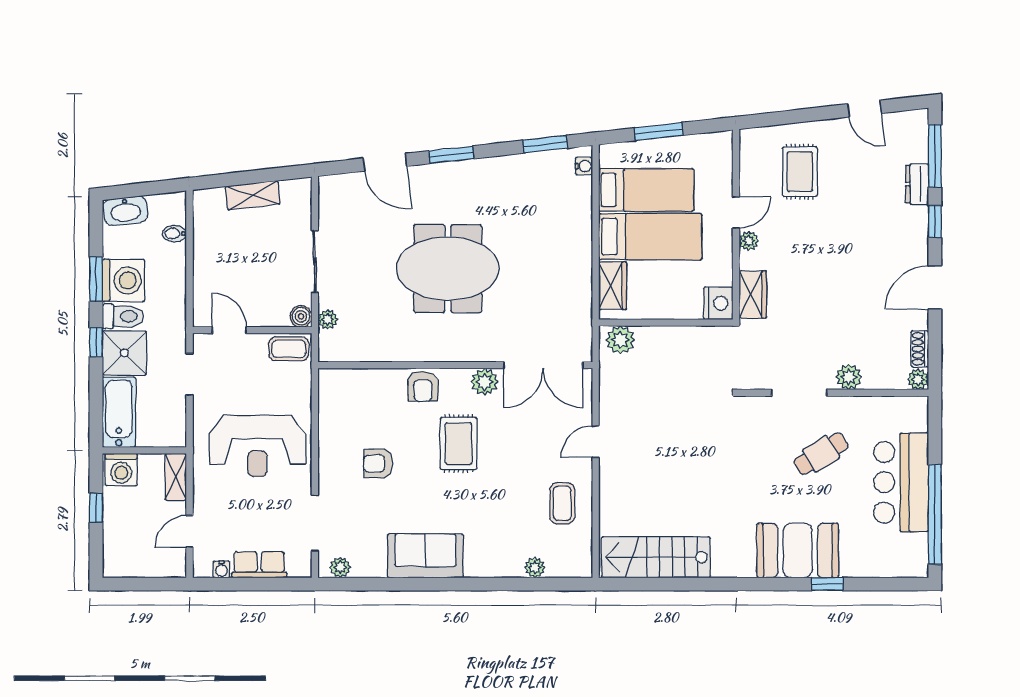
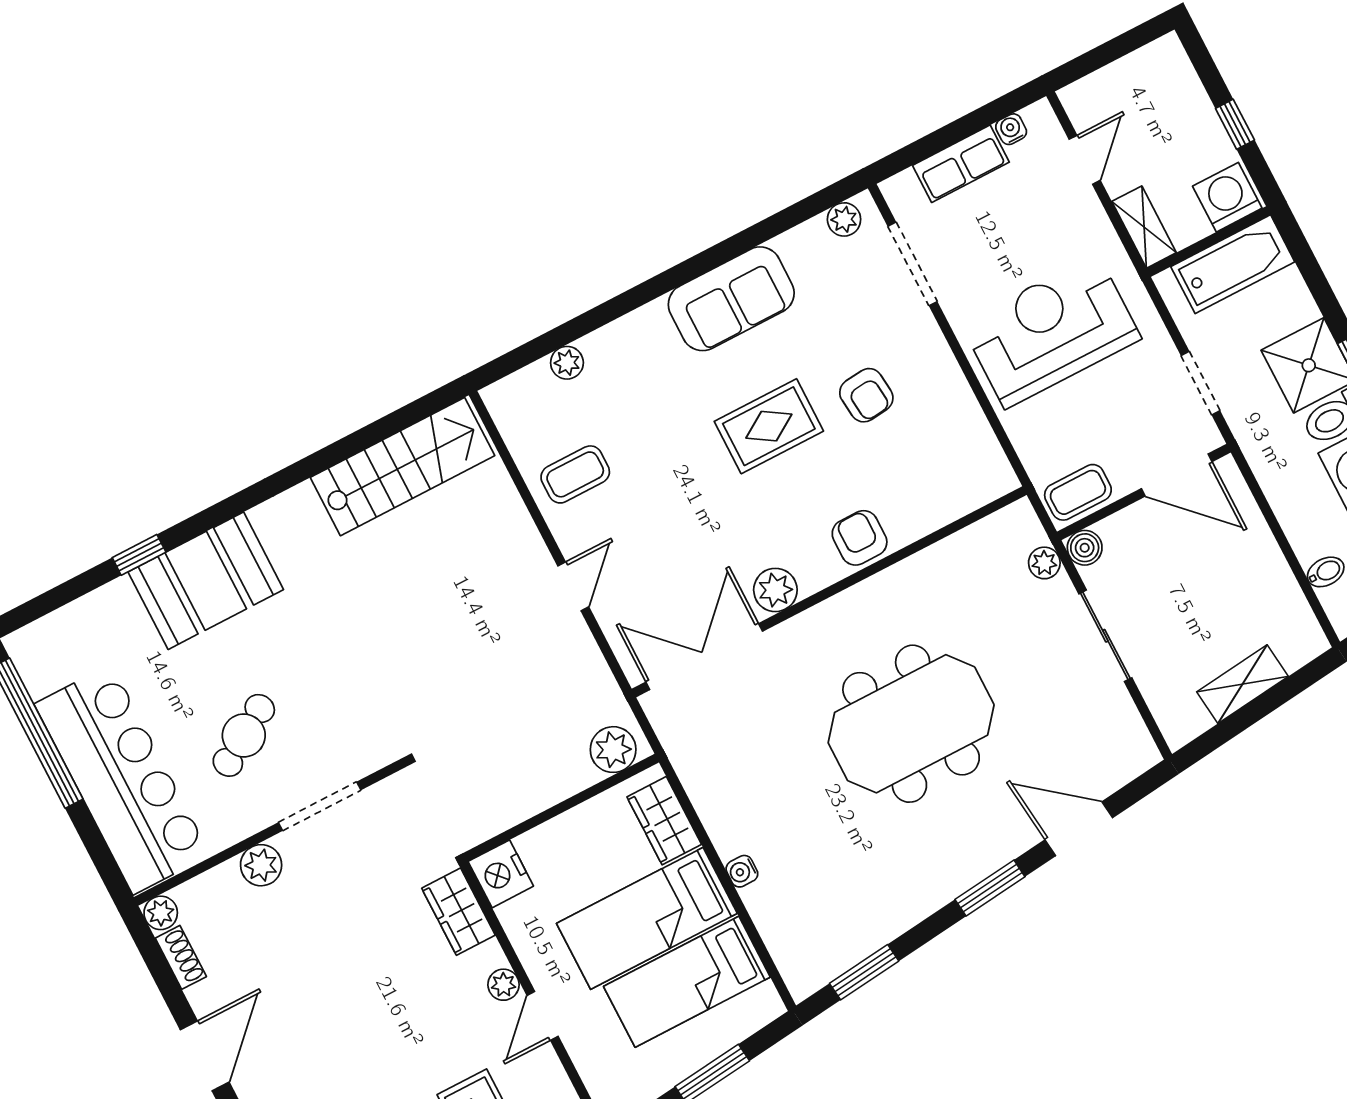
water cooler: (584, 166) -> (742, 871), moved
door: (229, 330) -> (1177, 475), width x1.38
bathtub: (119, 412) -> (1233, 264), moved, turned -90
rug: (459, 444) -> (769, 426), moved, turned 90
armchair: (378, 464) -> (866, 395), turned 84
bar counter: (901, 482) -> (122, 779), width x1.36
coffee table: (562, 503) -> (575, 474), turned 90

